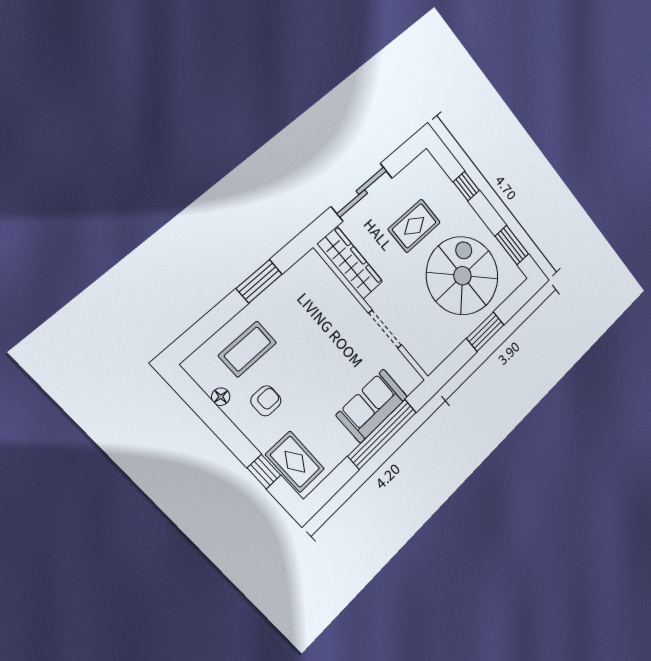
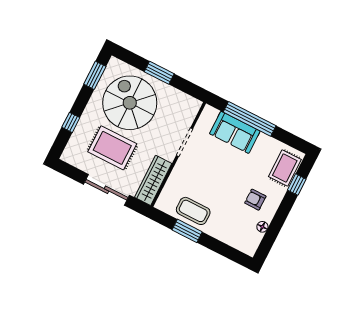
rug: (414, 226) -> (112, 148), width x1.36, depth x1.43
spiral stairs: (462, 276) -> (130, 103), turned 90
coffee table: (247, 349) -> (193, 211), moved

